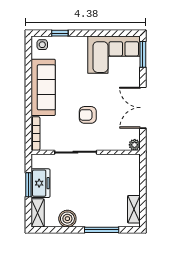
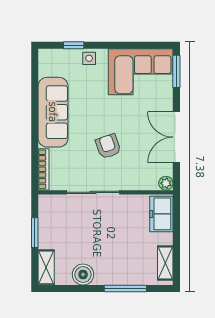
side table: (42, 45) -> (89, 58), moved
armchair: (88, 115) -> (108, 146), turned 71
freezer: (41, 183) -> (161, 214), moved, turned 180

